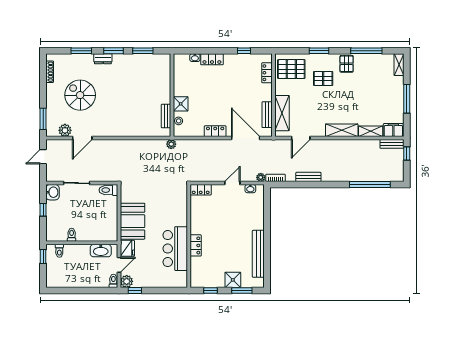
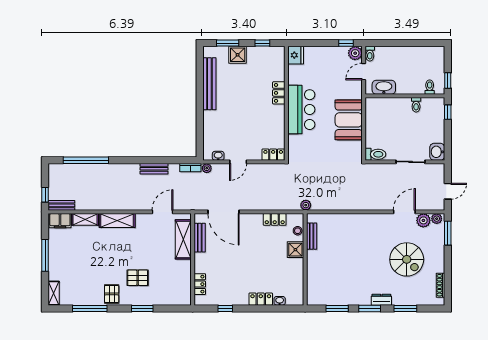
pallet: (291, 69) -> (173, 288), removed
locker: (215, 131) -> (275, 219), moved
plant: (53, 132) -> (437, 219), added
window: (43, 210) -> (448, 112), moved
fridge: (127, 248) -> (296, 55), moved, turned 180
bar counter: (175, 249) -> (301, 110), moved

